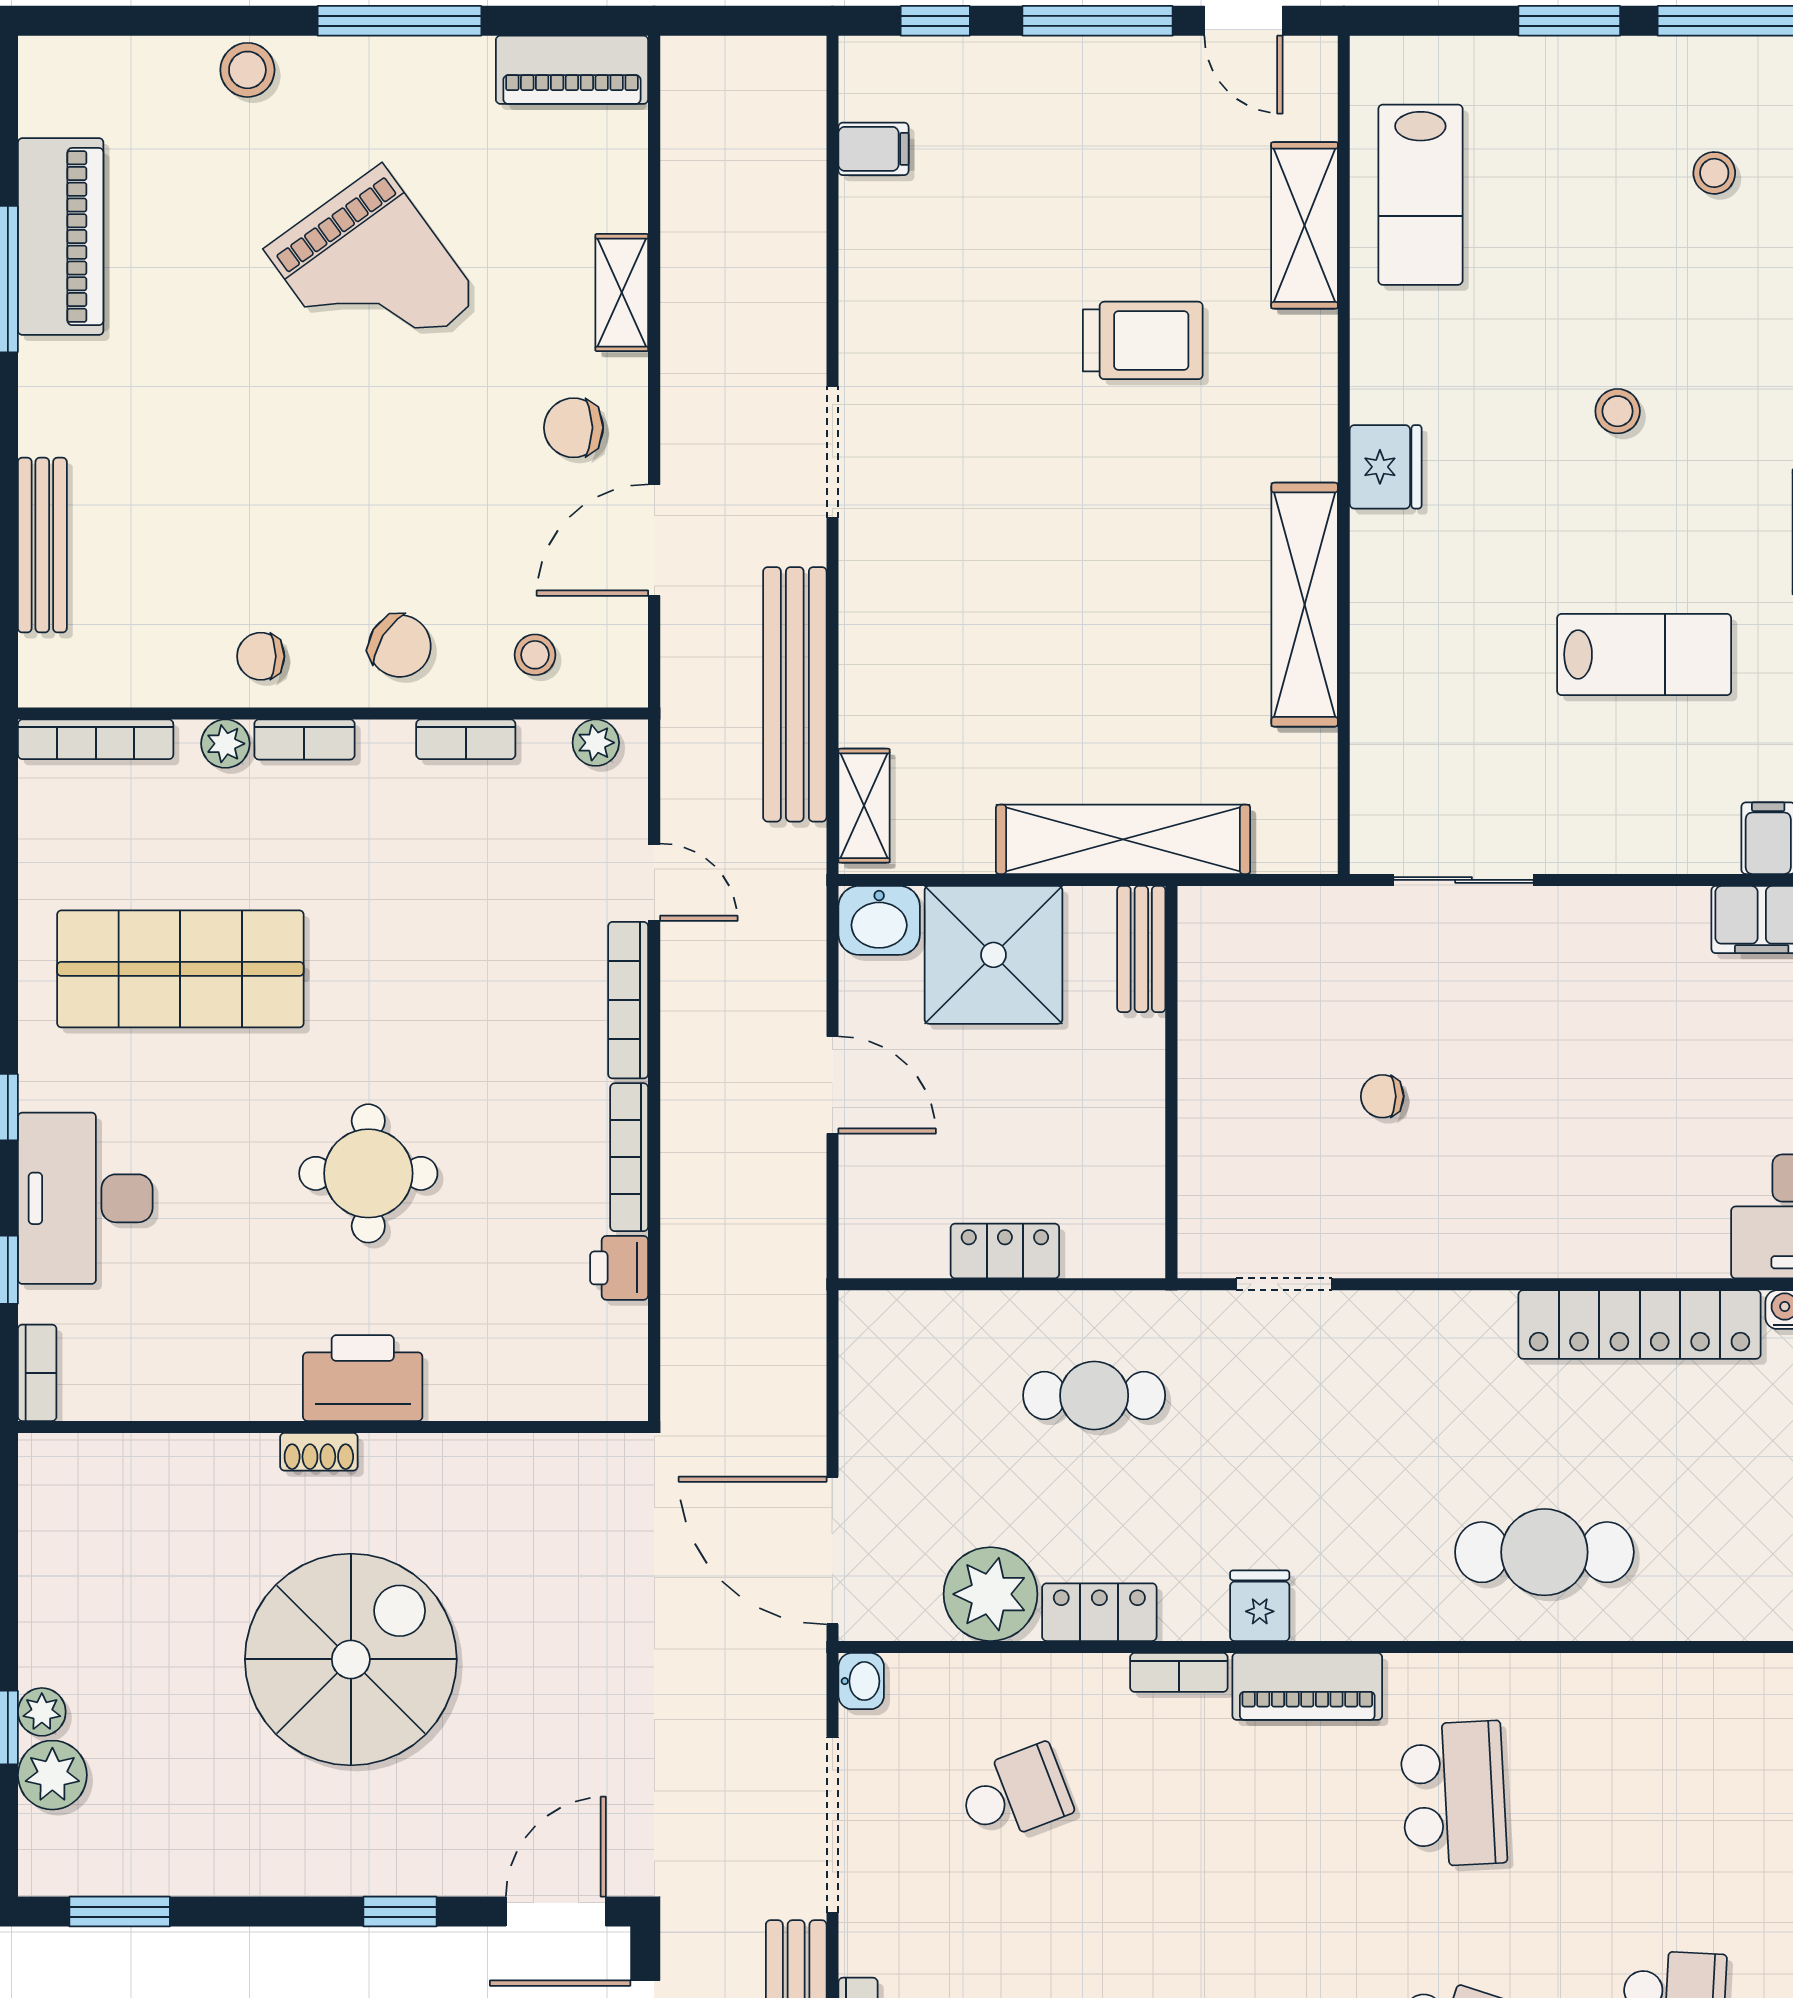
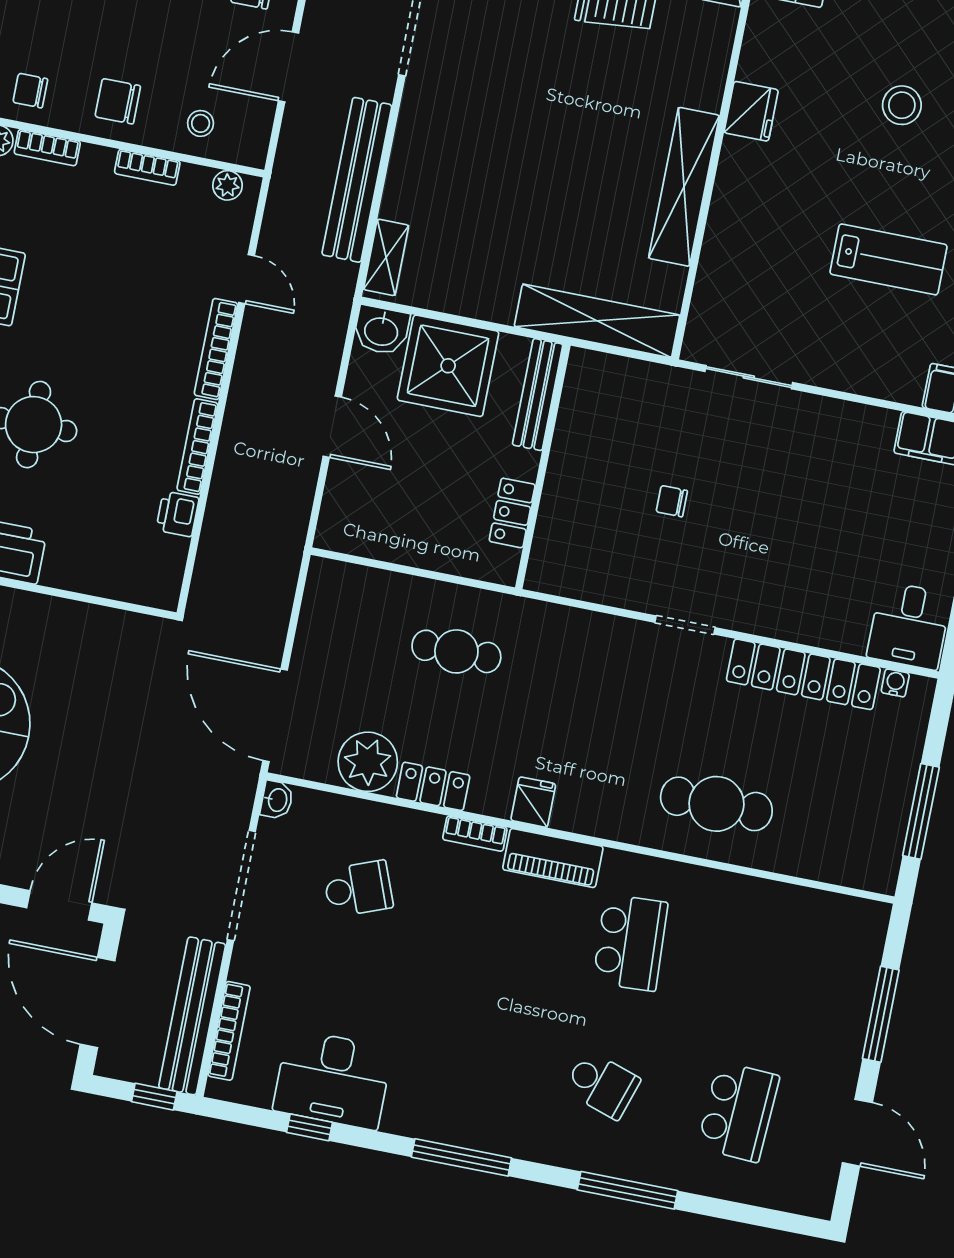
stool: (1618, 411) -> (902, 105), width x1.37, depth x1.37
chair: (400, 646) -> (118, 101), turned 148
shelving: (1123, 839) -> (597, 321), moved
bench: (1141, 949) -> (538, 395), width x1.36
locker: (1005, 1251) -> (512, 513), moved, turned -90
doorway: (1284, 1284) -> (685, 625), moved

